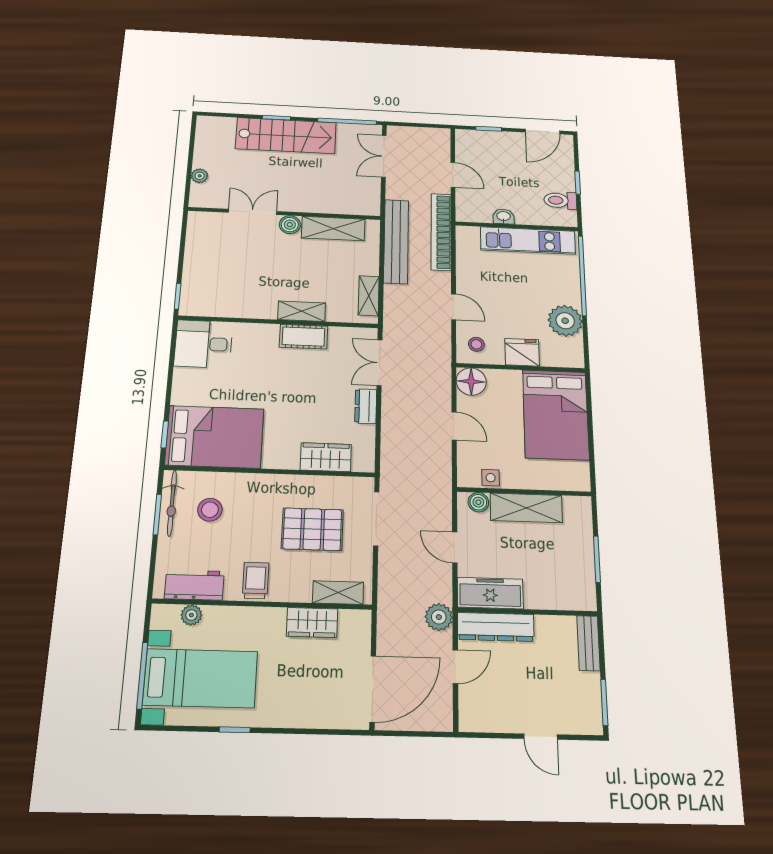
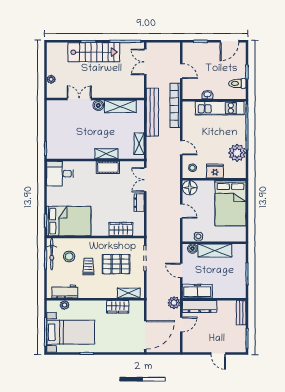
trolley: (256, 581) -> (88, 266), moved

